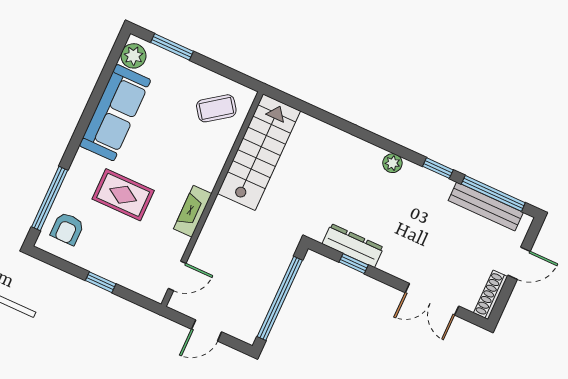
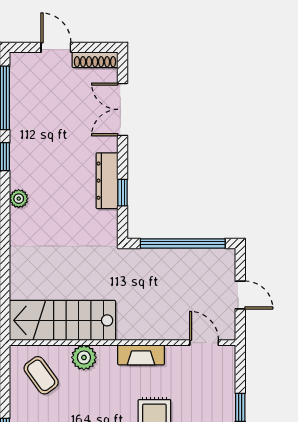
plant: (215, 156) -> (84, 357), added
bench: (486, 206) -> (19, 99), removed
dresser: (353, 246) -> (107, 181), moved
double door: (432, 299) -> (123, 109), swing flipped

